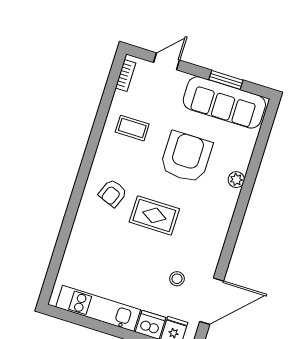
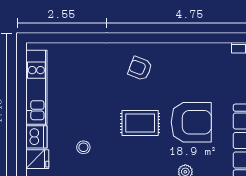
coffee table: (132, 128) -> (202, 68), removed
rug: (154, 215) -> (140, 123), moved, turned 90

